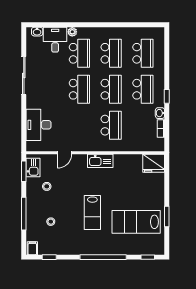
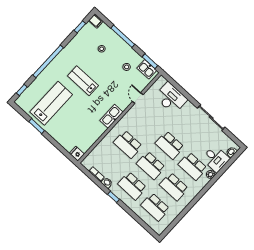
fridge: (154, 163) -> (77, 154), width x0.53, depth x0.75

